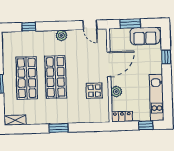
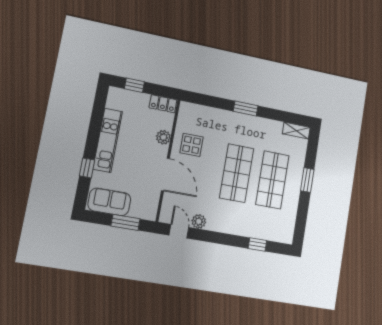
plant: (61, 35) -> (199, 221), moved
door: (109, 64) -> (165, 175), swing flipped
kitchen unit: (157, 97) -> (108, 140), moved

